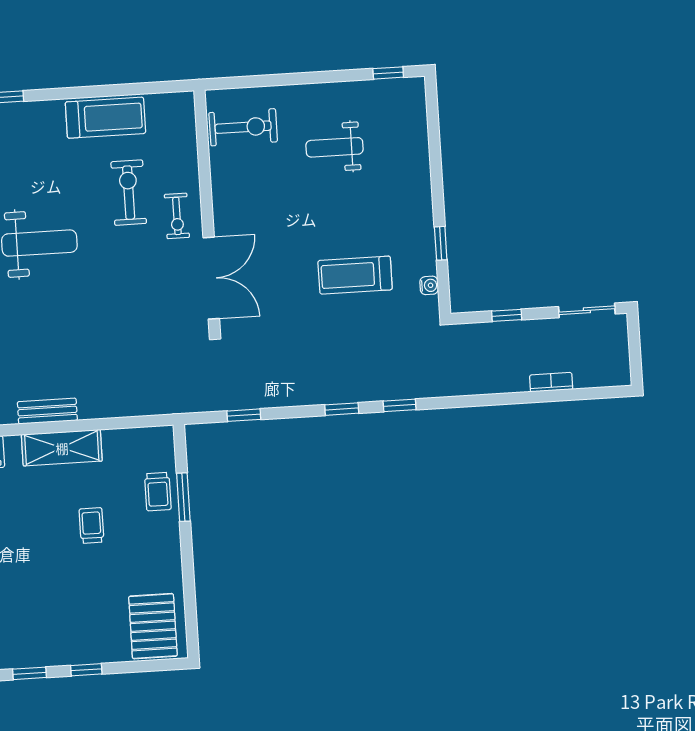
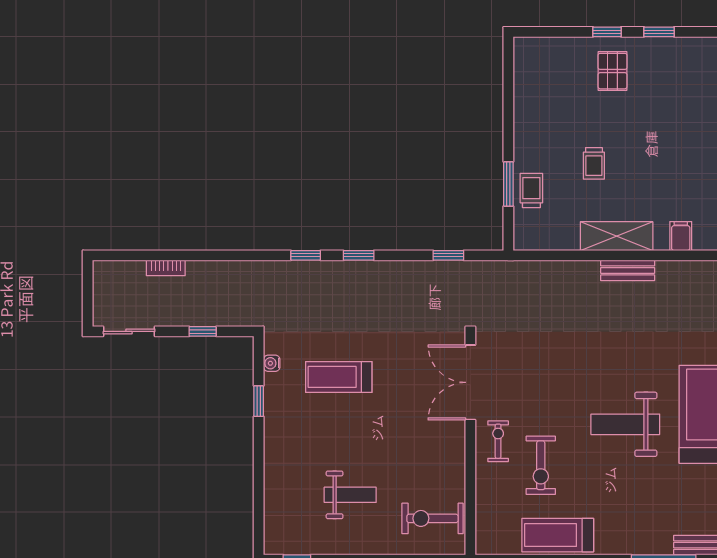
treadmill: (355, 275) -> (339, 377), turned 180
pallet: (153, 626) -> (612, 71), moved, width x0.67, depth x0.71

